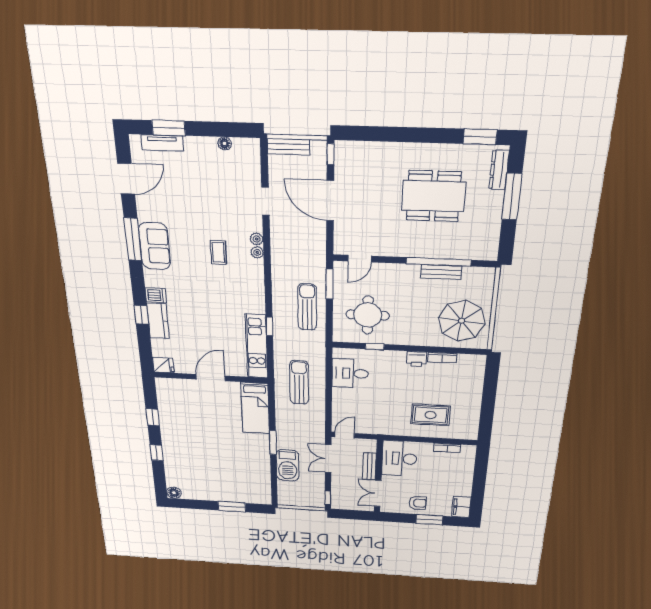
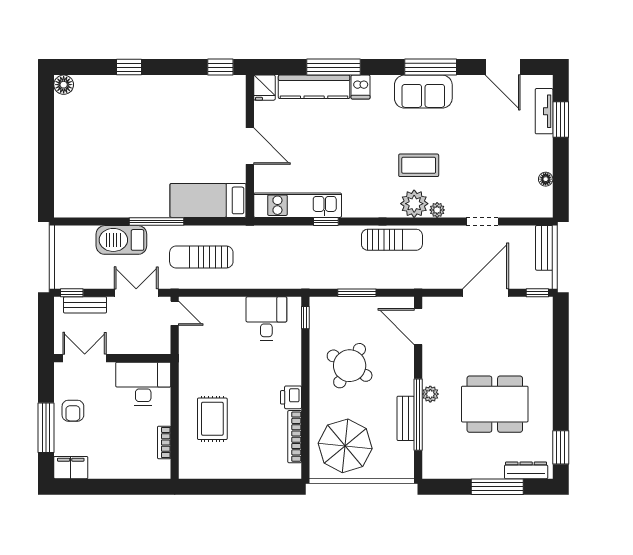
dining table: (434, 196) -> (495, 404), turned 90
plant: (421, 251) -> (430, 394), added
coffee table: (218, 252) -> (419, 165), width x1.36, depth x1.30
plant: (257, 252) -> (414, 204), width x1.88, depth x1.88
door: (360, 259) -> (418, 327), width x1.38
window: (330, 284) -> (357, 293), moved
sun lounger: (307, 307) -> (392, 240), moved
window: (141, 315) -> (333, 67), width x2.17
round table: (368, 315) -> (350, 366), moved, turned 31
kitchen counter: (158, 321) -> (314, 87), width x1.50
window: (375, 347) -> (305, 318), moved
bookcase: (442, 358) -> (295, 437), width x1.56
sun lounger: (299, 382) -> (201, 257), moved, turned 180
window: (153, 417) -> (220, 67), moved
window: (273, 442) -> (157, 221), width x1.44
bench: (369, 466) -> (85, 305), moved
window: (232, 507) -> (46, 163), removed
window: (429, 520) -> (46, 428), width x1.44

